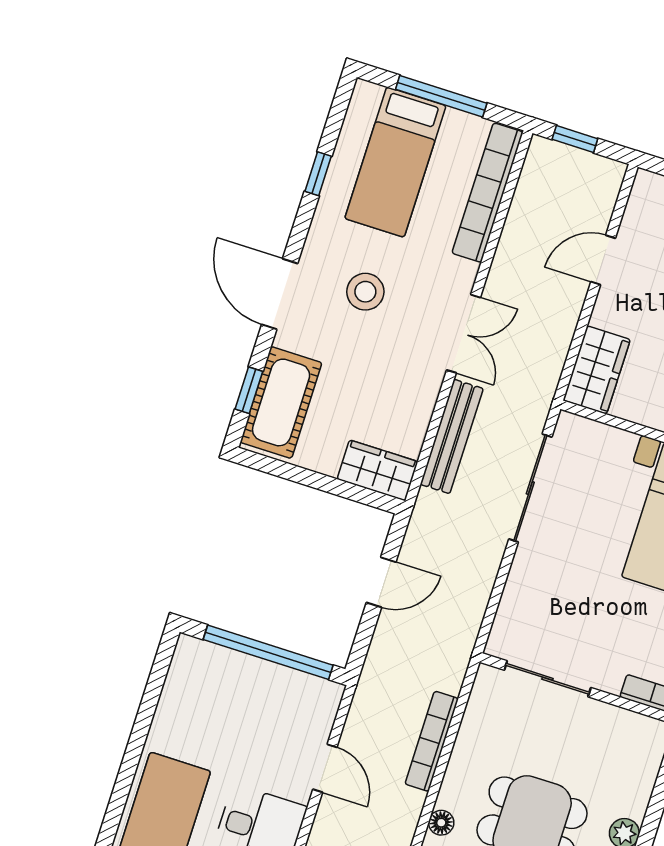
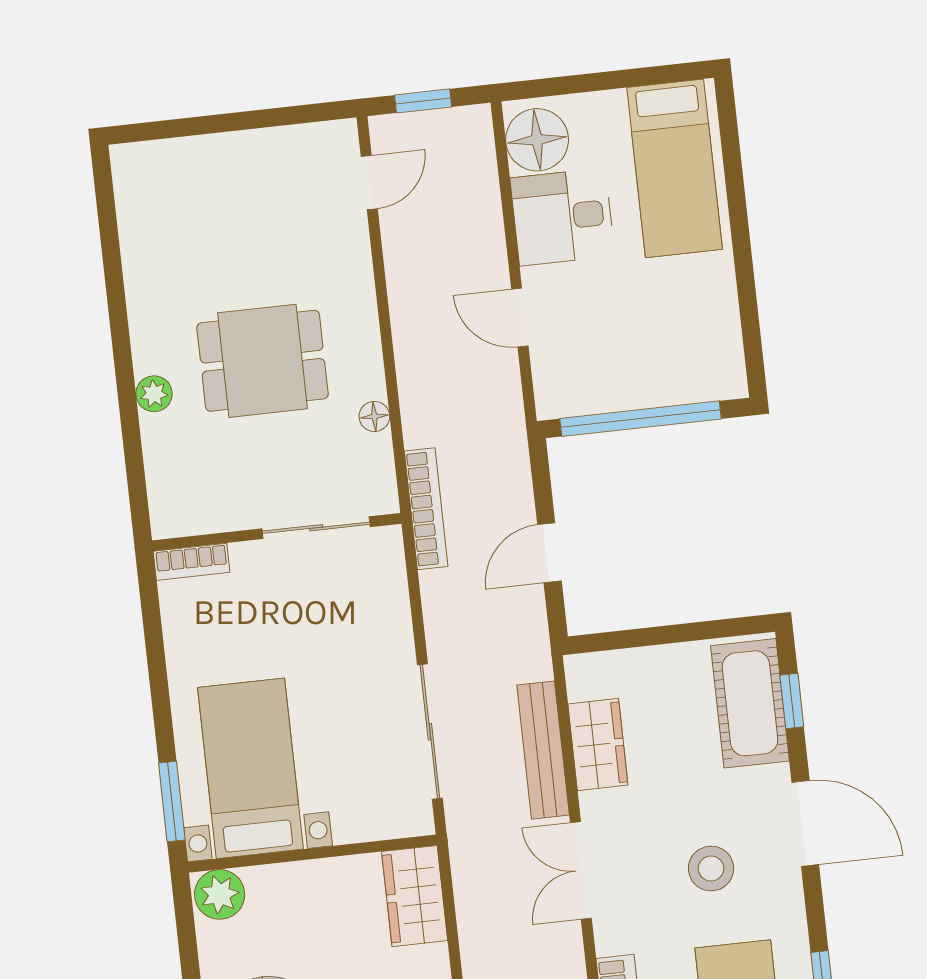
wardrobe: (378, 470) -> (598, 744), moved, turned -90
bookcase: (432, 741) -> (426, 509), moved
floor lamp: (441, 823) -> (374, 416), moved

